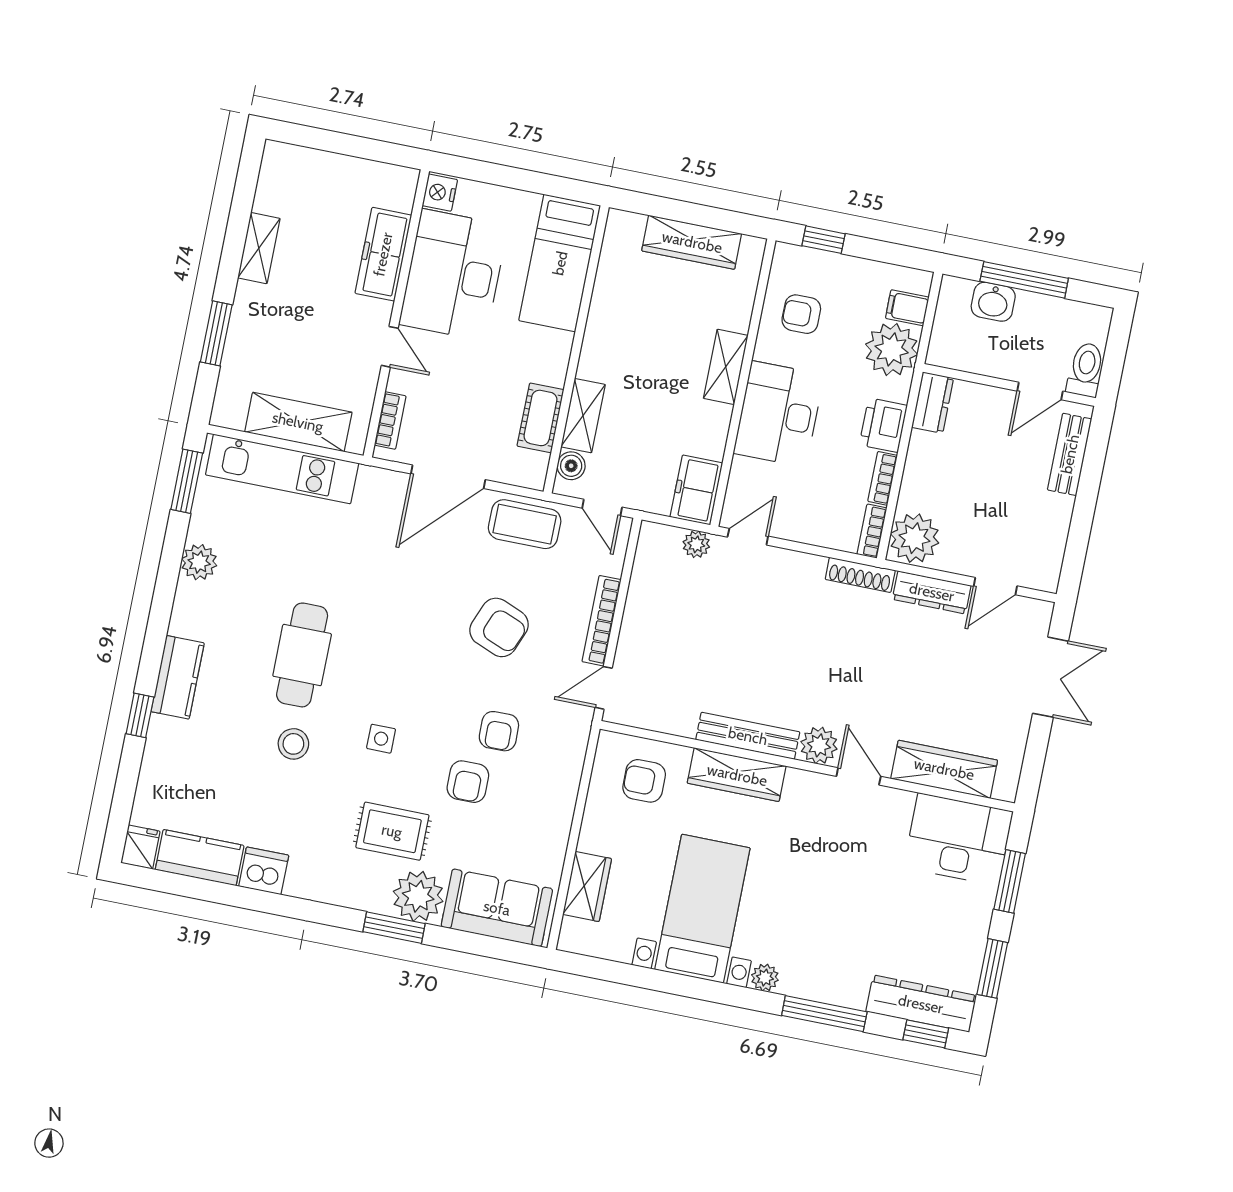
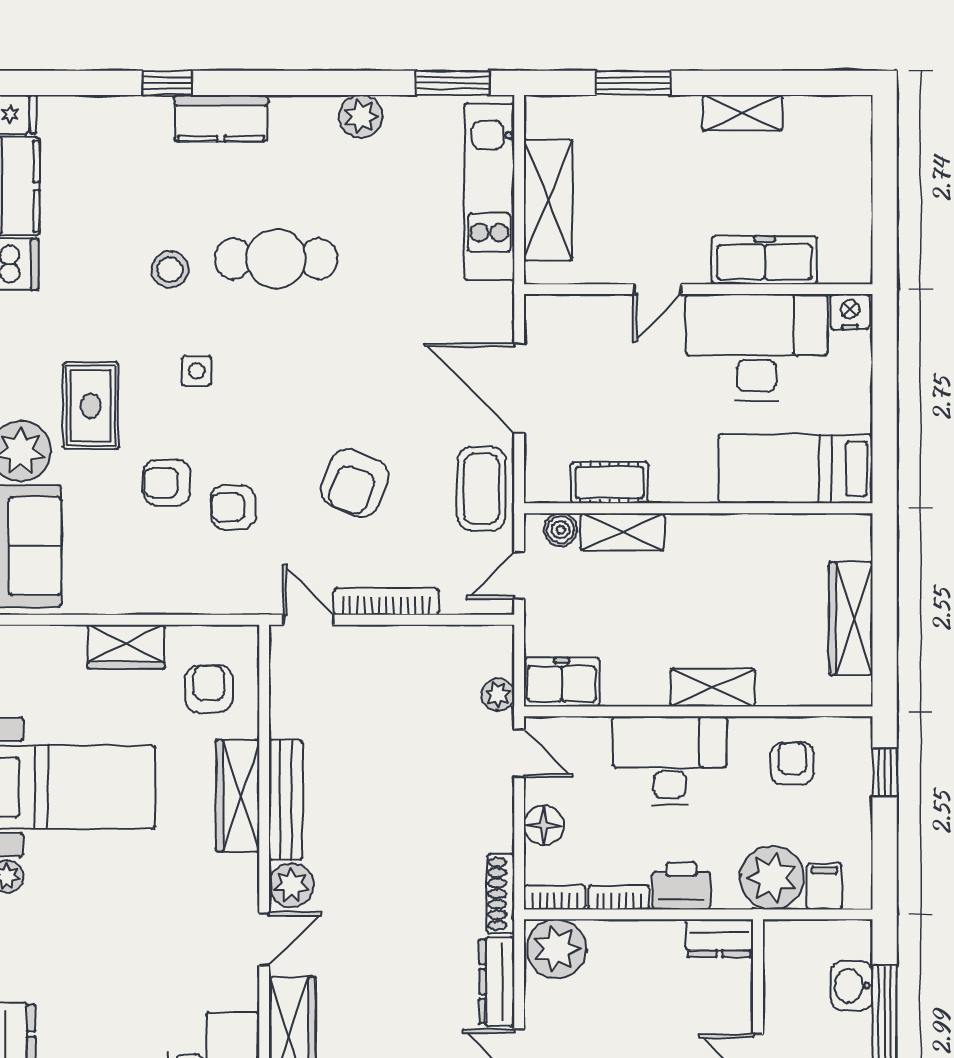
bookcase: (390, 421) -> (571, 307), removed
floor lamp: (811, 528) -> (544, 825), added
wardrobe: (587, 887) -> (126, 647), moved

